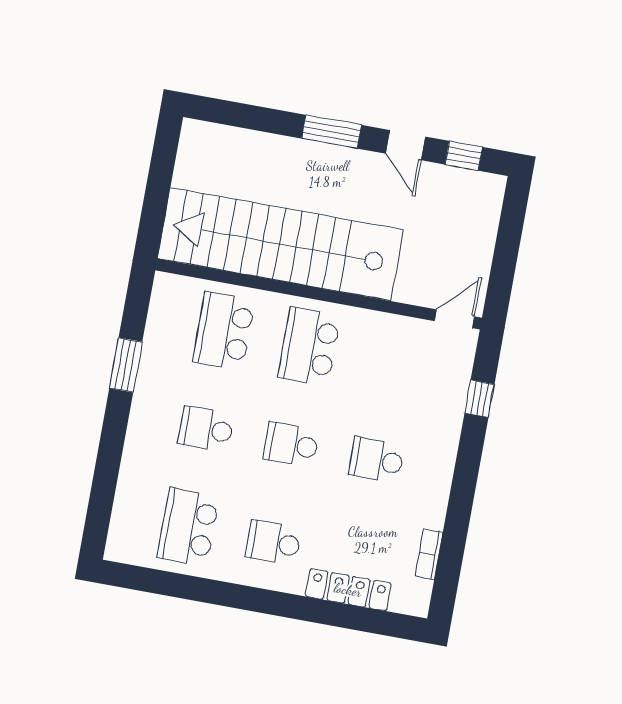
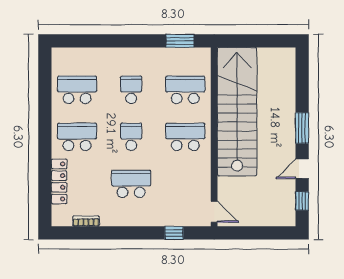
window: (126, 365) -> (180, 41), moved
school desk: (376, 460) -> (131, 184), width x1.85
school desk: (273, 543) -> (77, 137), width x1.85

